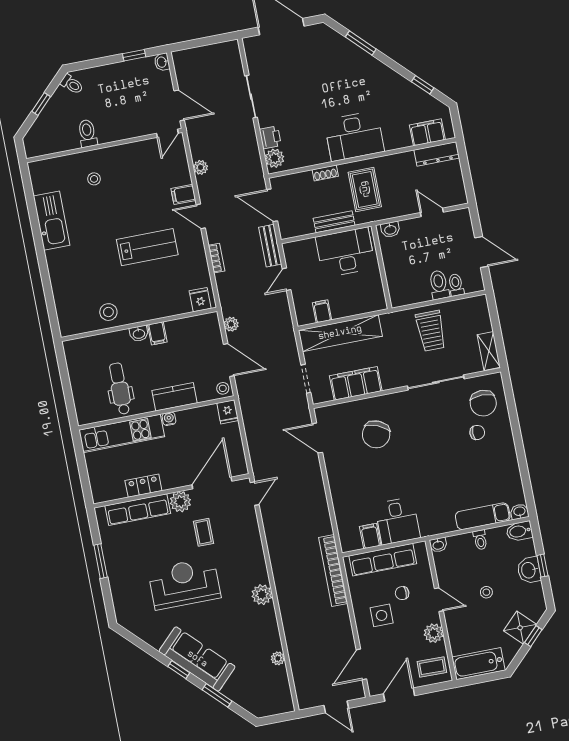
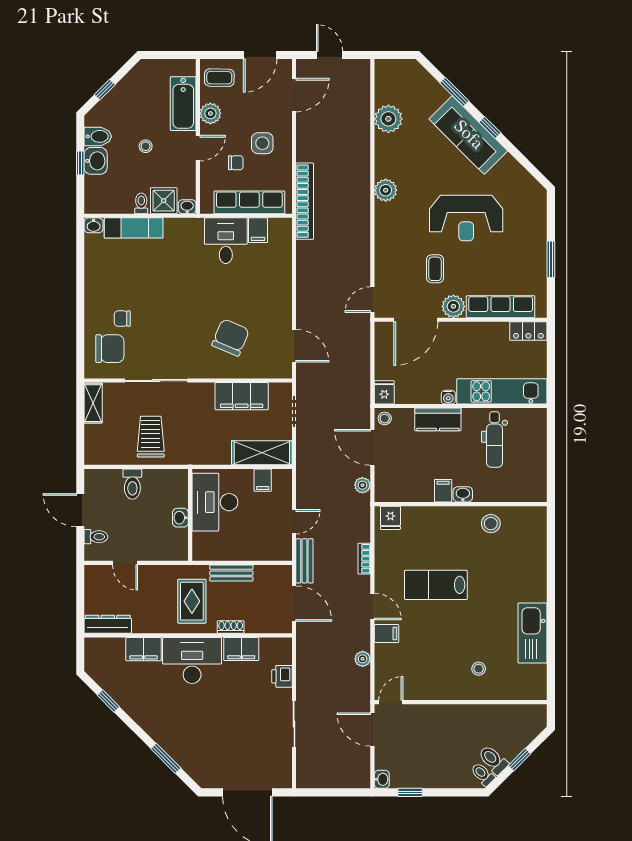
filing cabinet: (427, 132) -> (144, 649), moved
toilet: (87, 133) -> (493, 760), moved, turned 135
filing cabinet: (312, 155) -> (241, 649), added
plant: (275, 158) -> (282, 653), removed
washbasin: (390, 229) -> (180, 518), moved, turned -90
desk: (345, 252) -> (215, 502), moved, turned 90
toilet: (456, 285) -> (96, 537), moved, turned -90
shelving: (340, 333) -> (262, 453), width x0.68
chair: (483, 403) -> (110, 349), turned 90
locker: (143, 486) -> (528, 331), moved
bidet: (519, 531) -> (98, 136), moved
door: (439, 600) -> (198, 148), swing flipped
shower: (520, 628) -> (164, 201), moved, turned 45
plant: (278, 658) -> (388, 119), width x1.87, depth x1.87
bathtub: (478, 664) -> (183, 104), moved, turned 90

